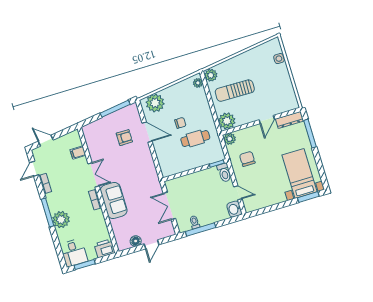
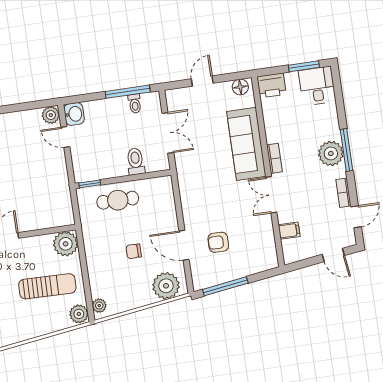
cafe table: (195, 139) -> (118, 200), moved
plant: (230, 139) -> (51, 115), moved
chair: (247, 159) -> (44, 184), removed
toilet: (224, 173) -> (136, 161), moved
sofa: (114, 200) -> (246, 144), width x1.36
plant: (61, 220) -> (331, 153), moved
floor lamp: (136, 241) -> (240, 87), moved

